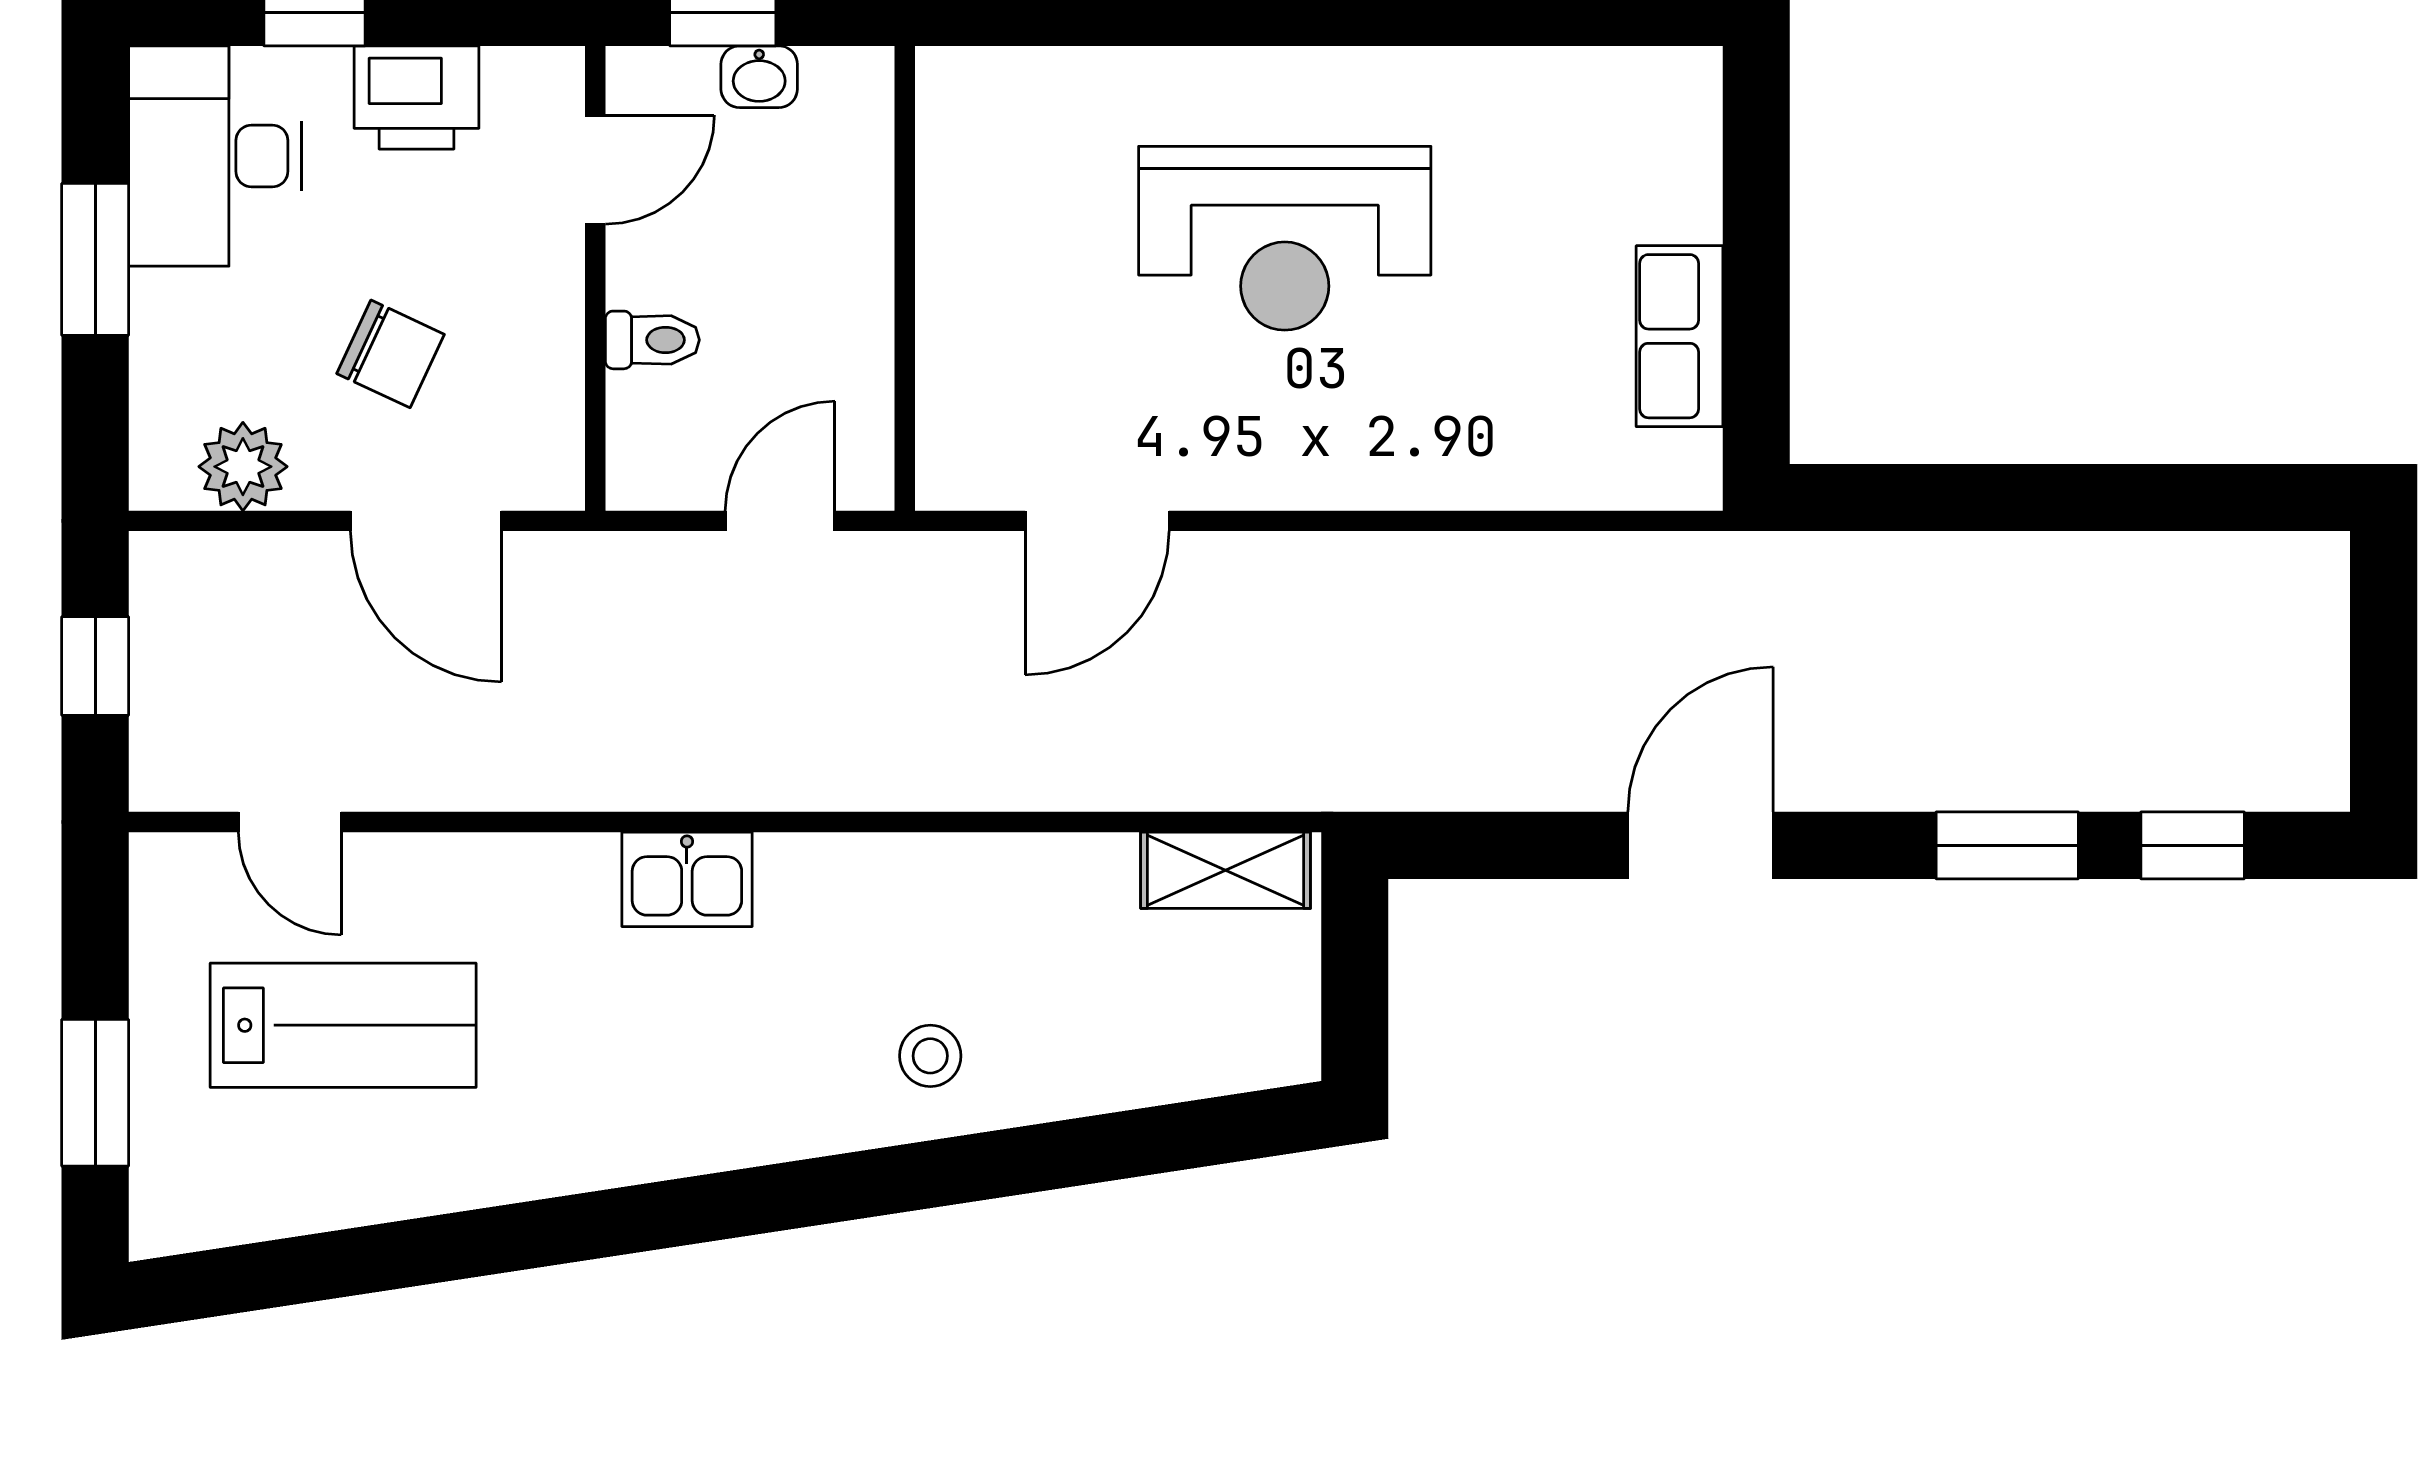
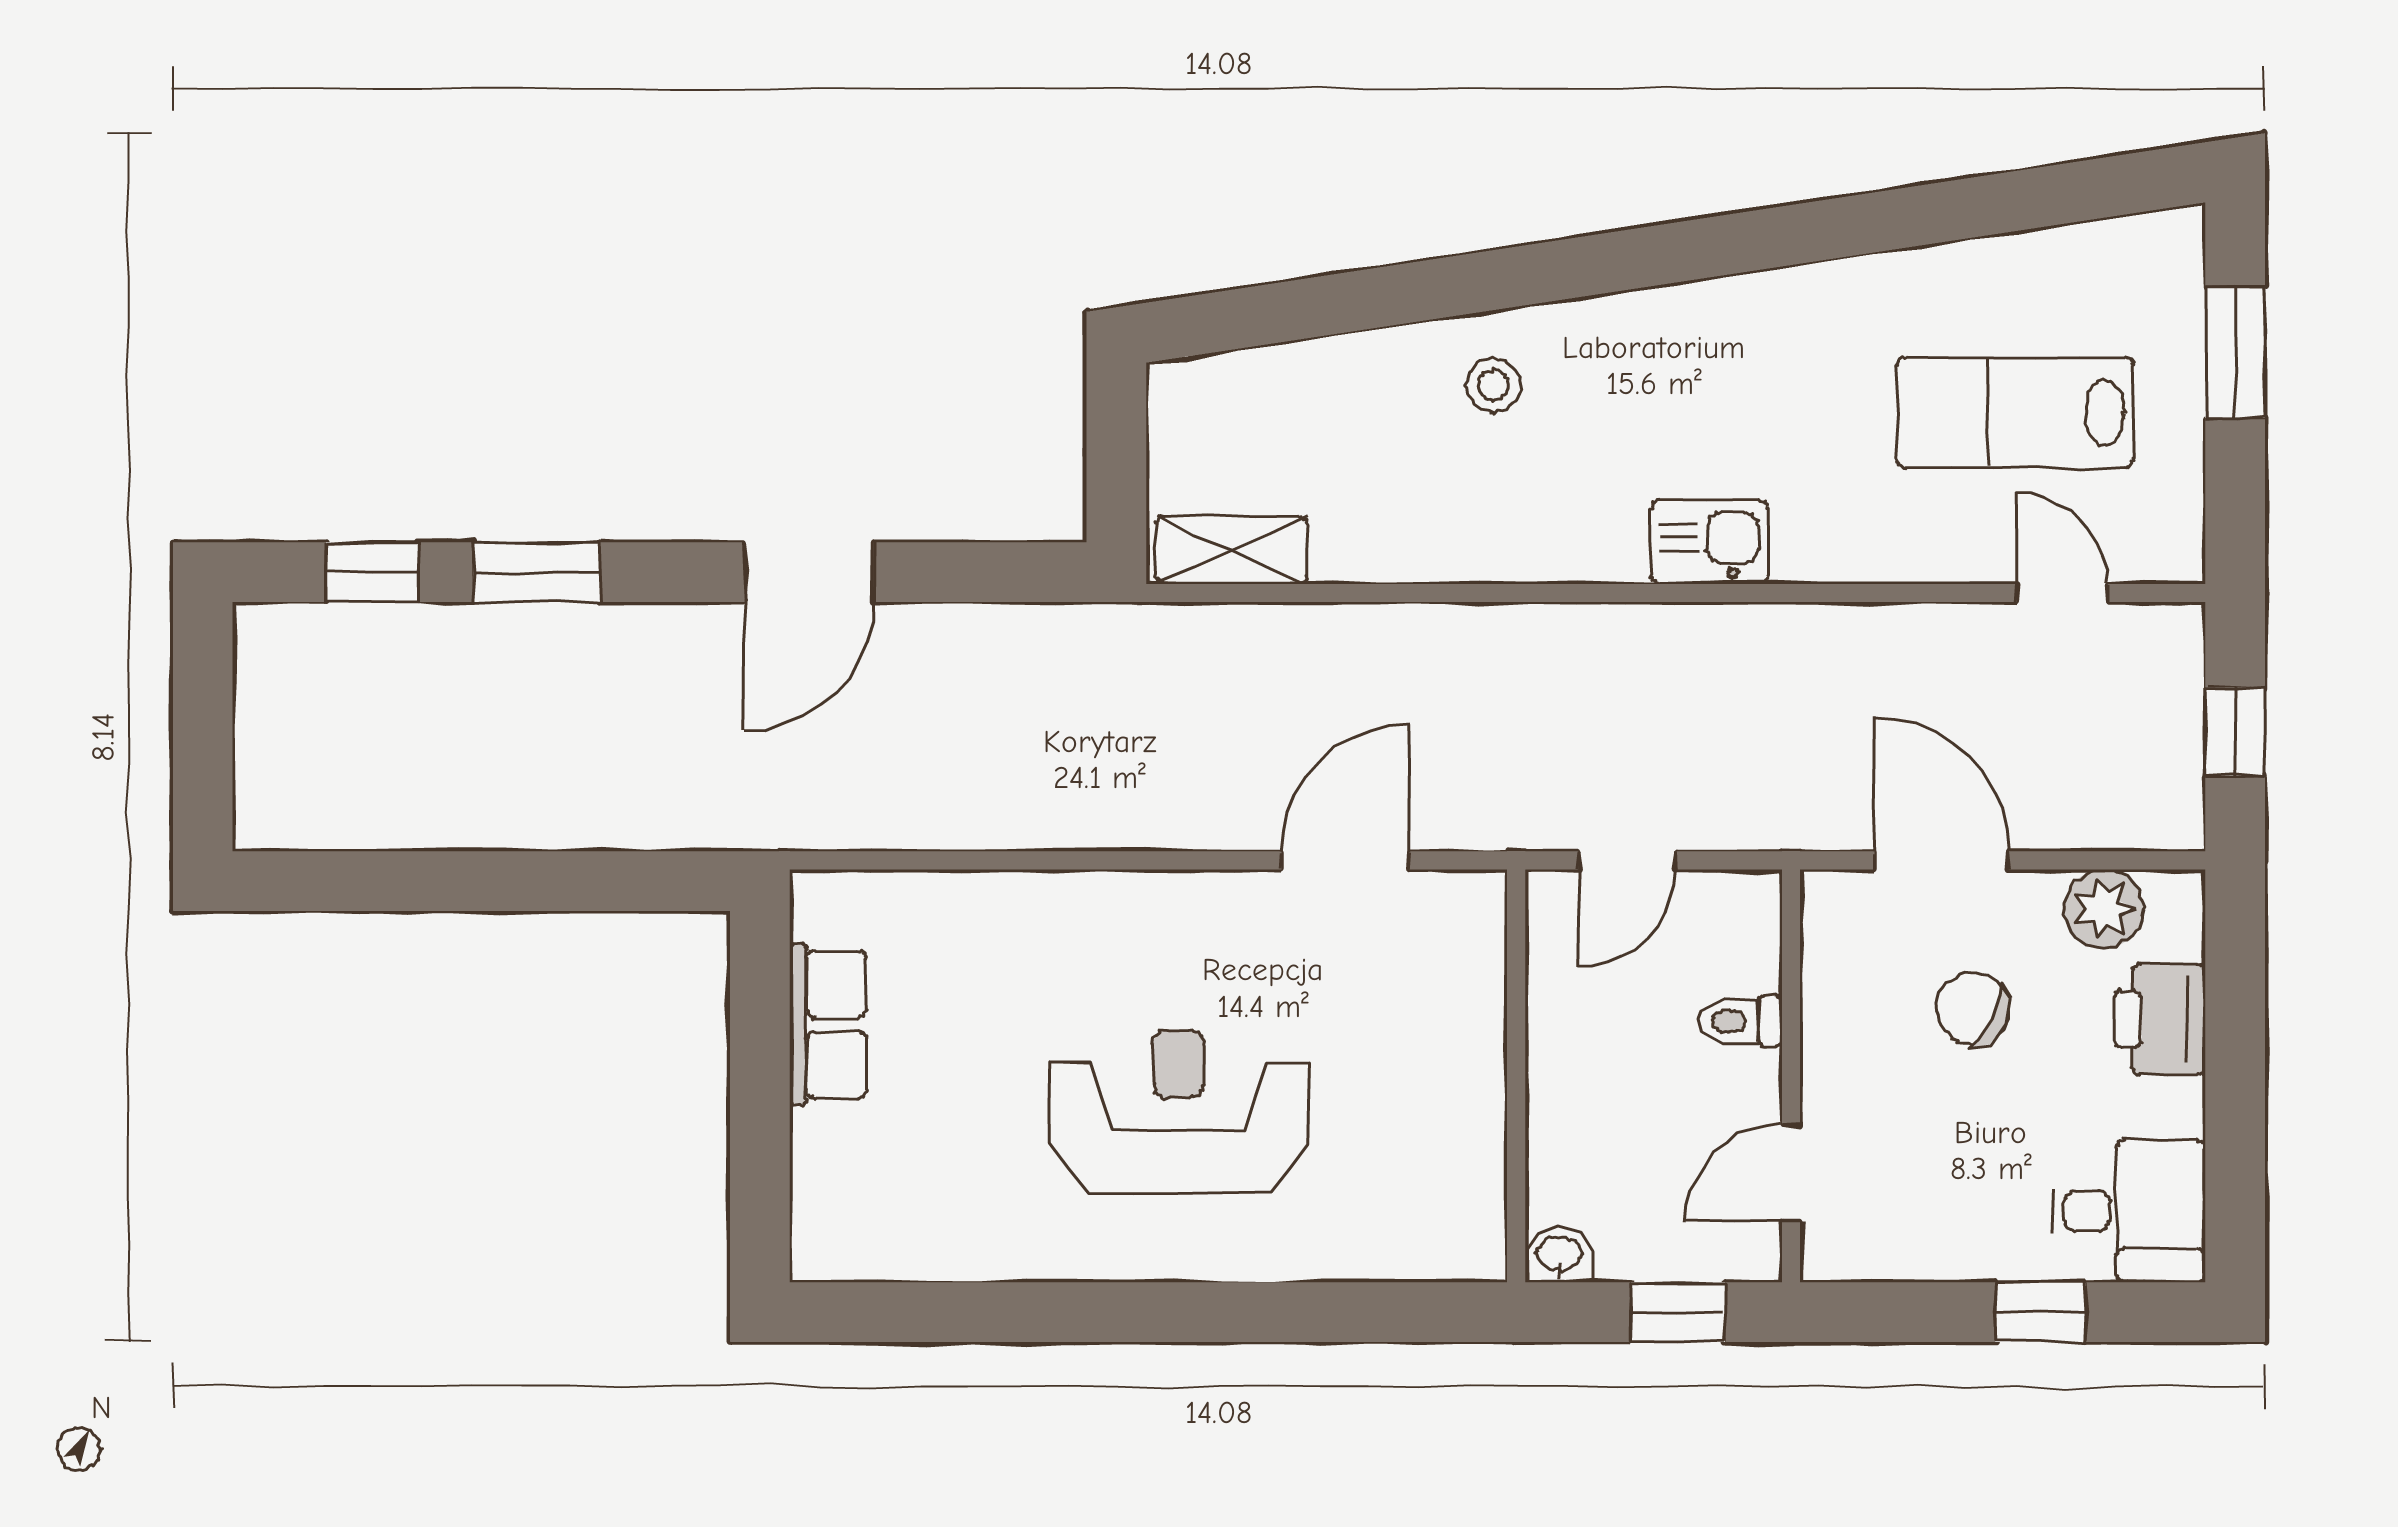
washbasin: (759, 77) -> (1559, 1255), moved
printer: (416, 97) -> (2160, 1019), moved, turned -90
desk: (215, 156) -> (2129, 1211), width x0.73
window: (95, 259) -> (2235, 1093), removed

